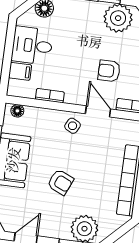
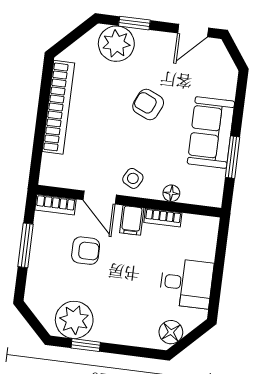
filing cabinet: (20, 71) -> (132, 220), moved, turned -90
floor lamp: (17, 111) -> (171, 193), moved

